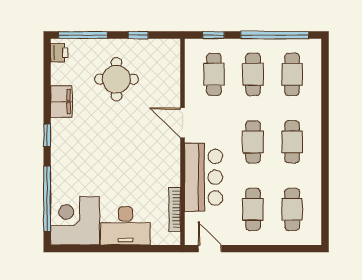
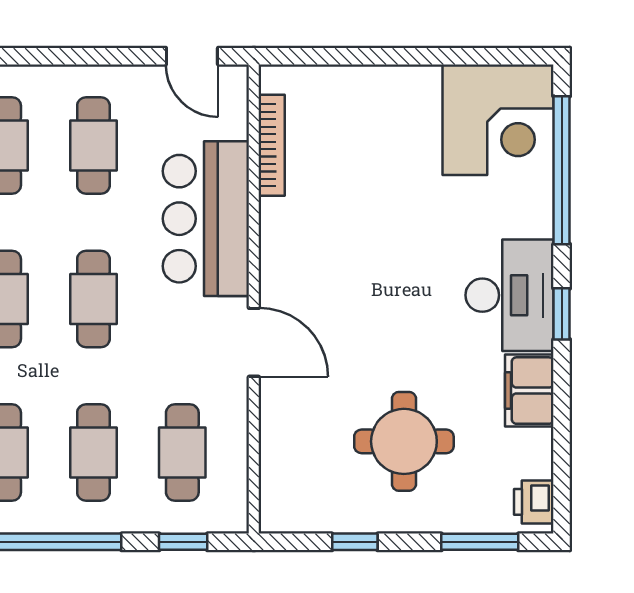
window: (83, 35) -> (480, 542), width x0.69
desk: (125, 226) -> (509, 295), moved, turned 90

